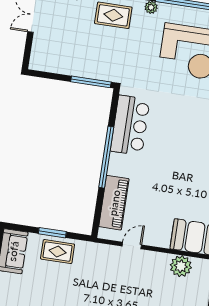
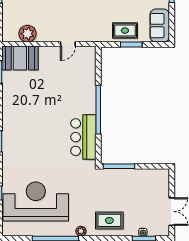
piano: (114, 203) -> (87, 75), removed

